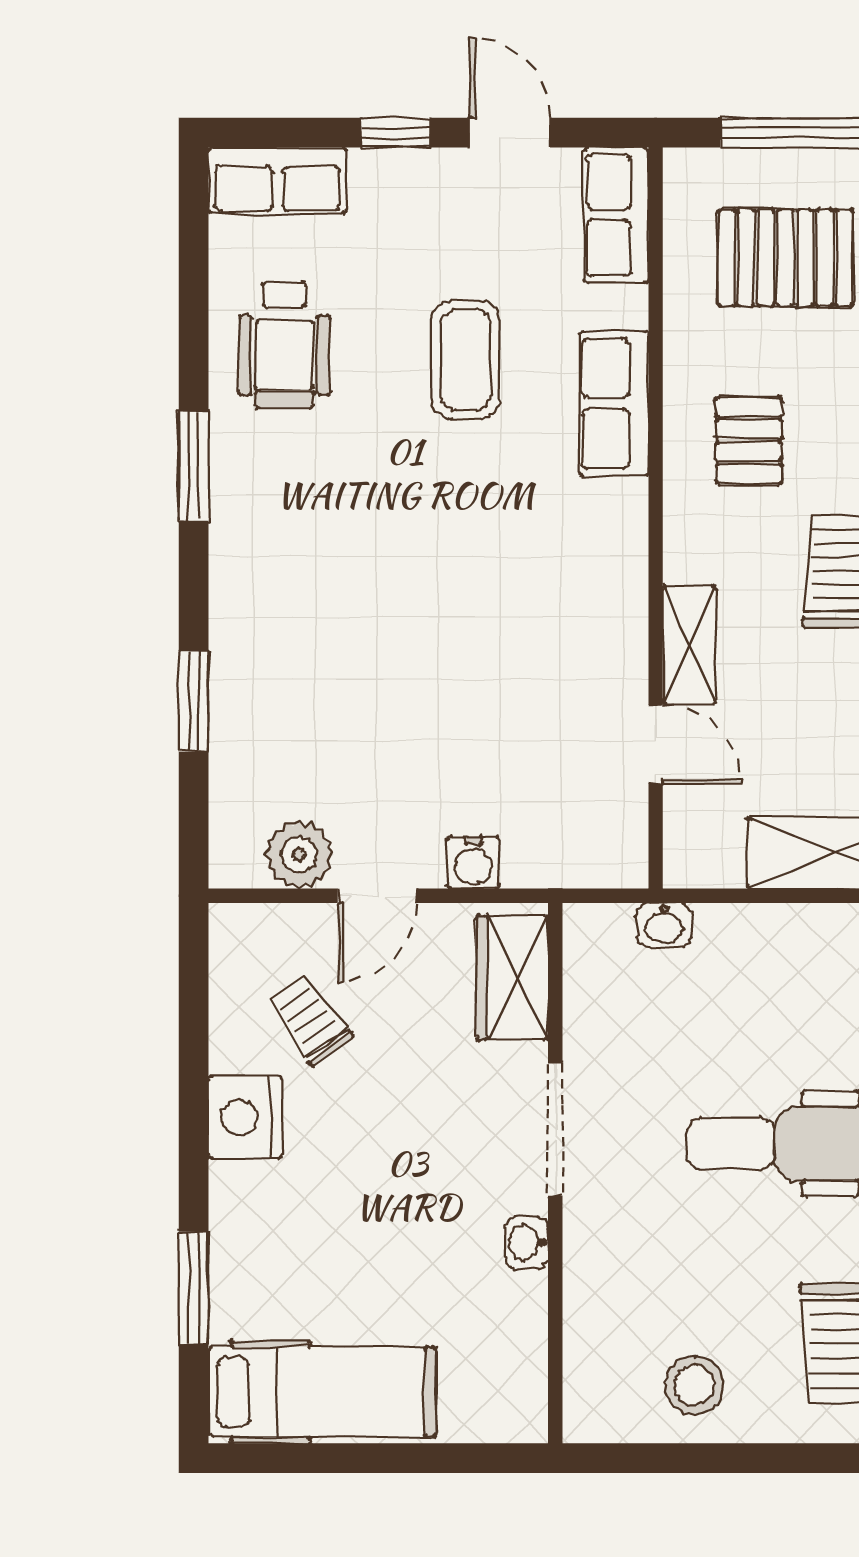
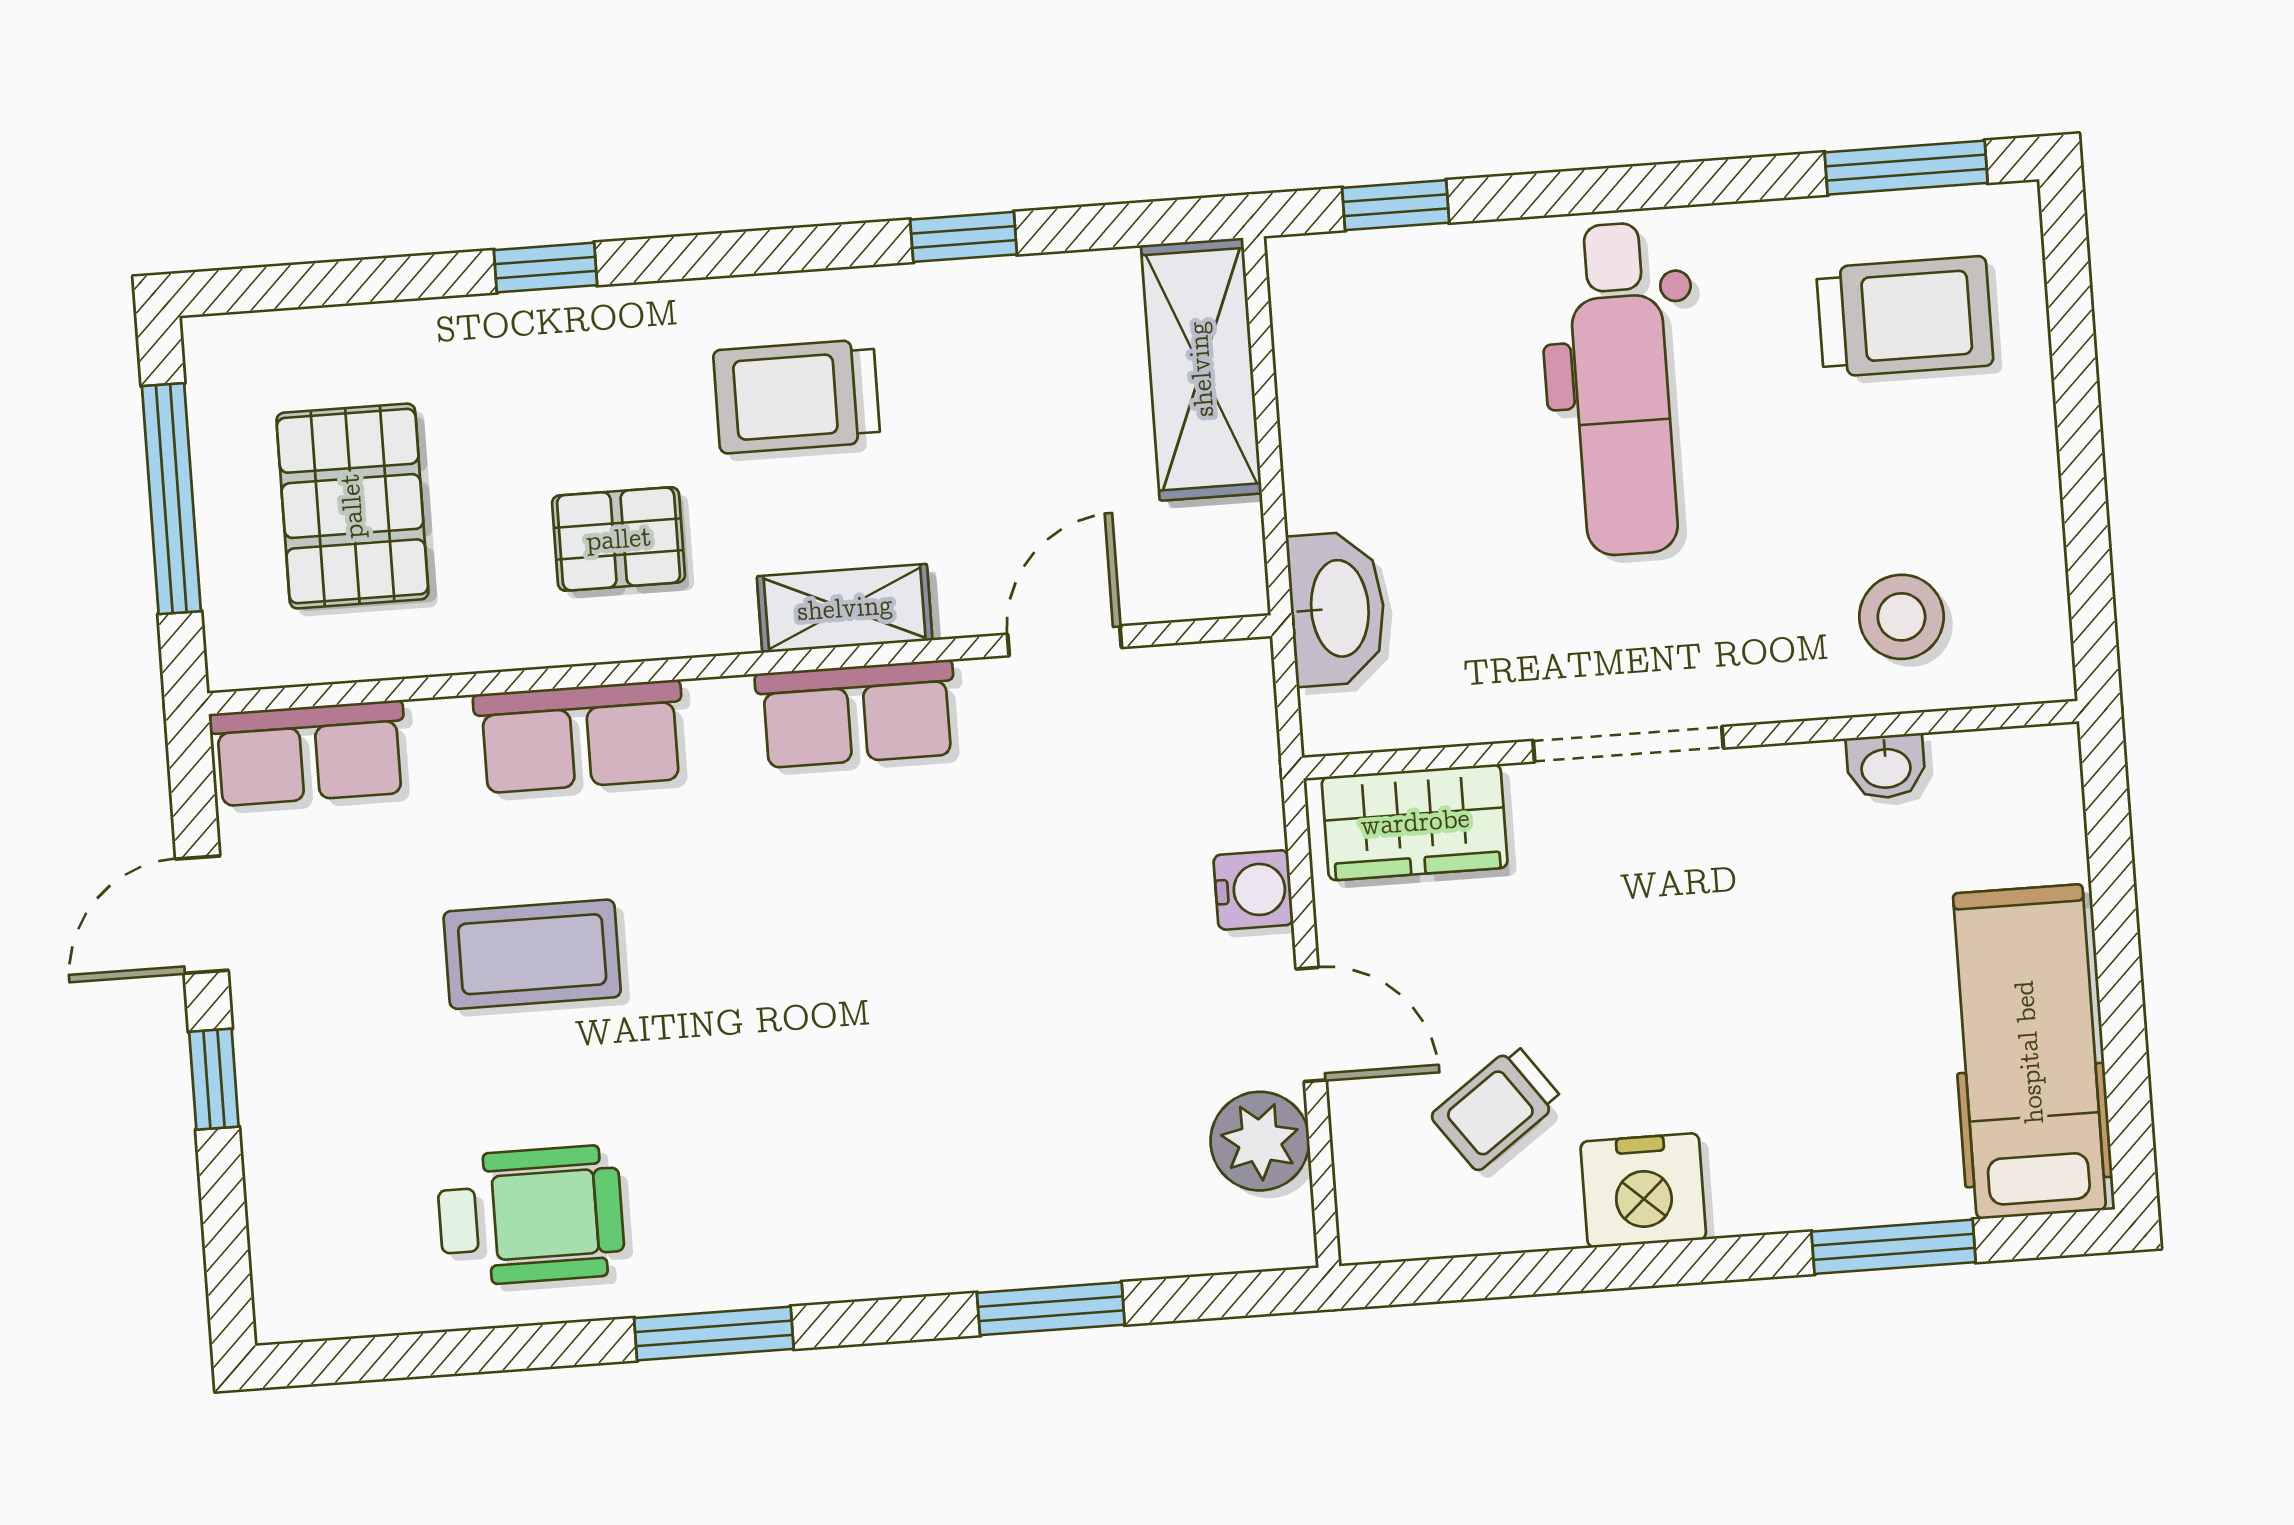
row of seats: (277, 180) -> (857, 714), moved, turned 90
shelving: (689, 645) -> (845, 608), moved
washbasin: (664, 925) -> (1337, 609), width x1.91, depth x1.45
washbasin: (527, 1243) -> (1886, 767), moved
stool: (694, 1385) -> (1901, 617), moved

